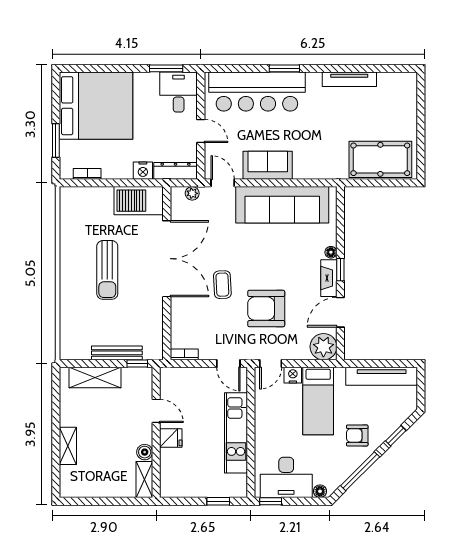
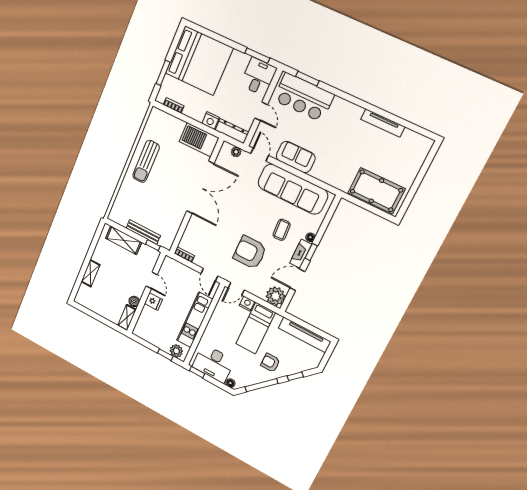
window: (284, 68) -> (307, 79), moved
bar counter: (257, 92) -> (304, 97), width x0.73
sun lounger: (107, 270) -> (146, 161), moved
coffee table: (222, 285) -> (282, 230), moved
plant: (231, 488) -> (176, 351), added

